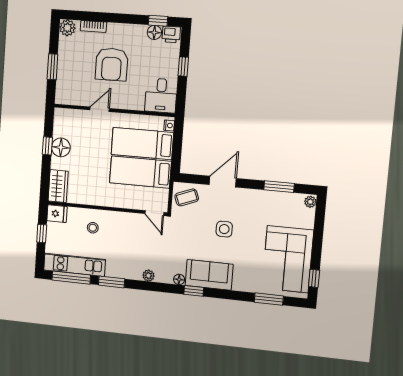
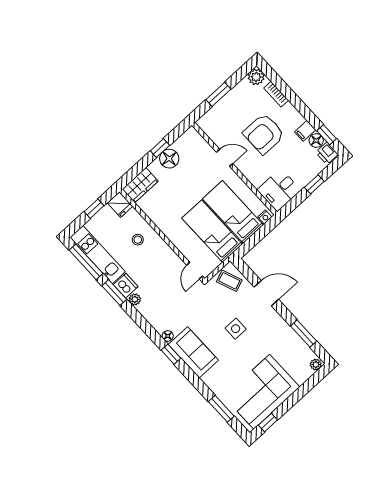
filing cabinet: (140, 33) -> (305, 131), added
dishwasher: (115, 269) -> (126, 286), added
plant: (148, 276) -> (135, 299), moved

